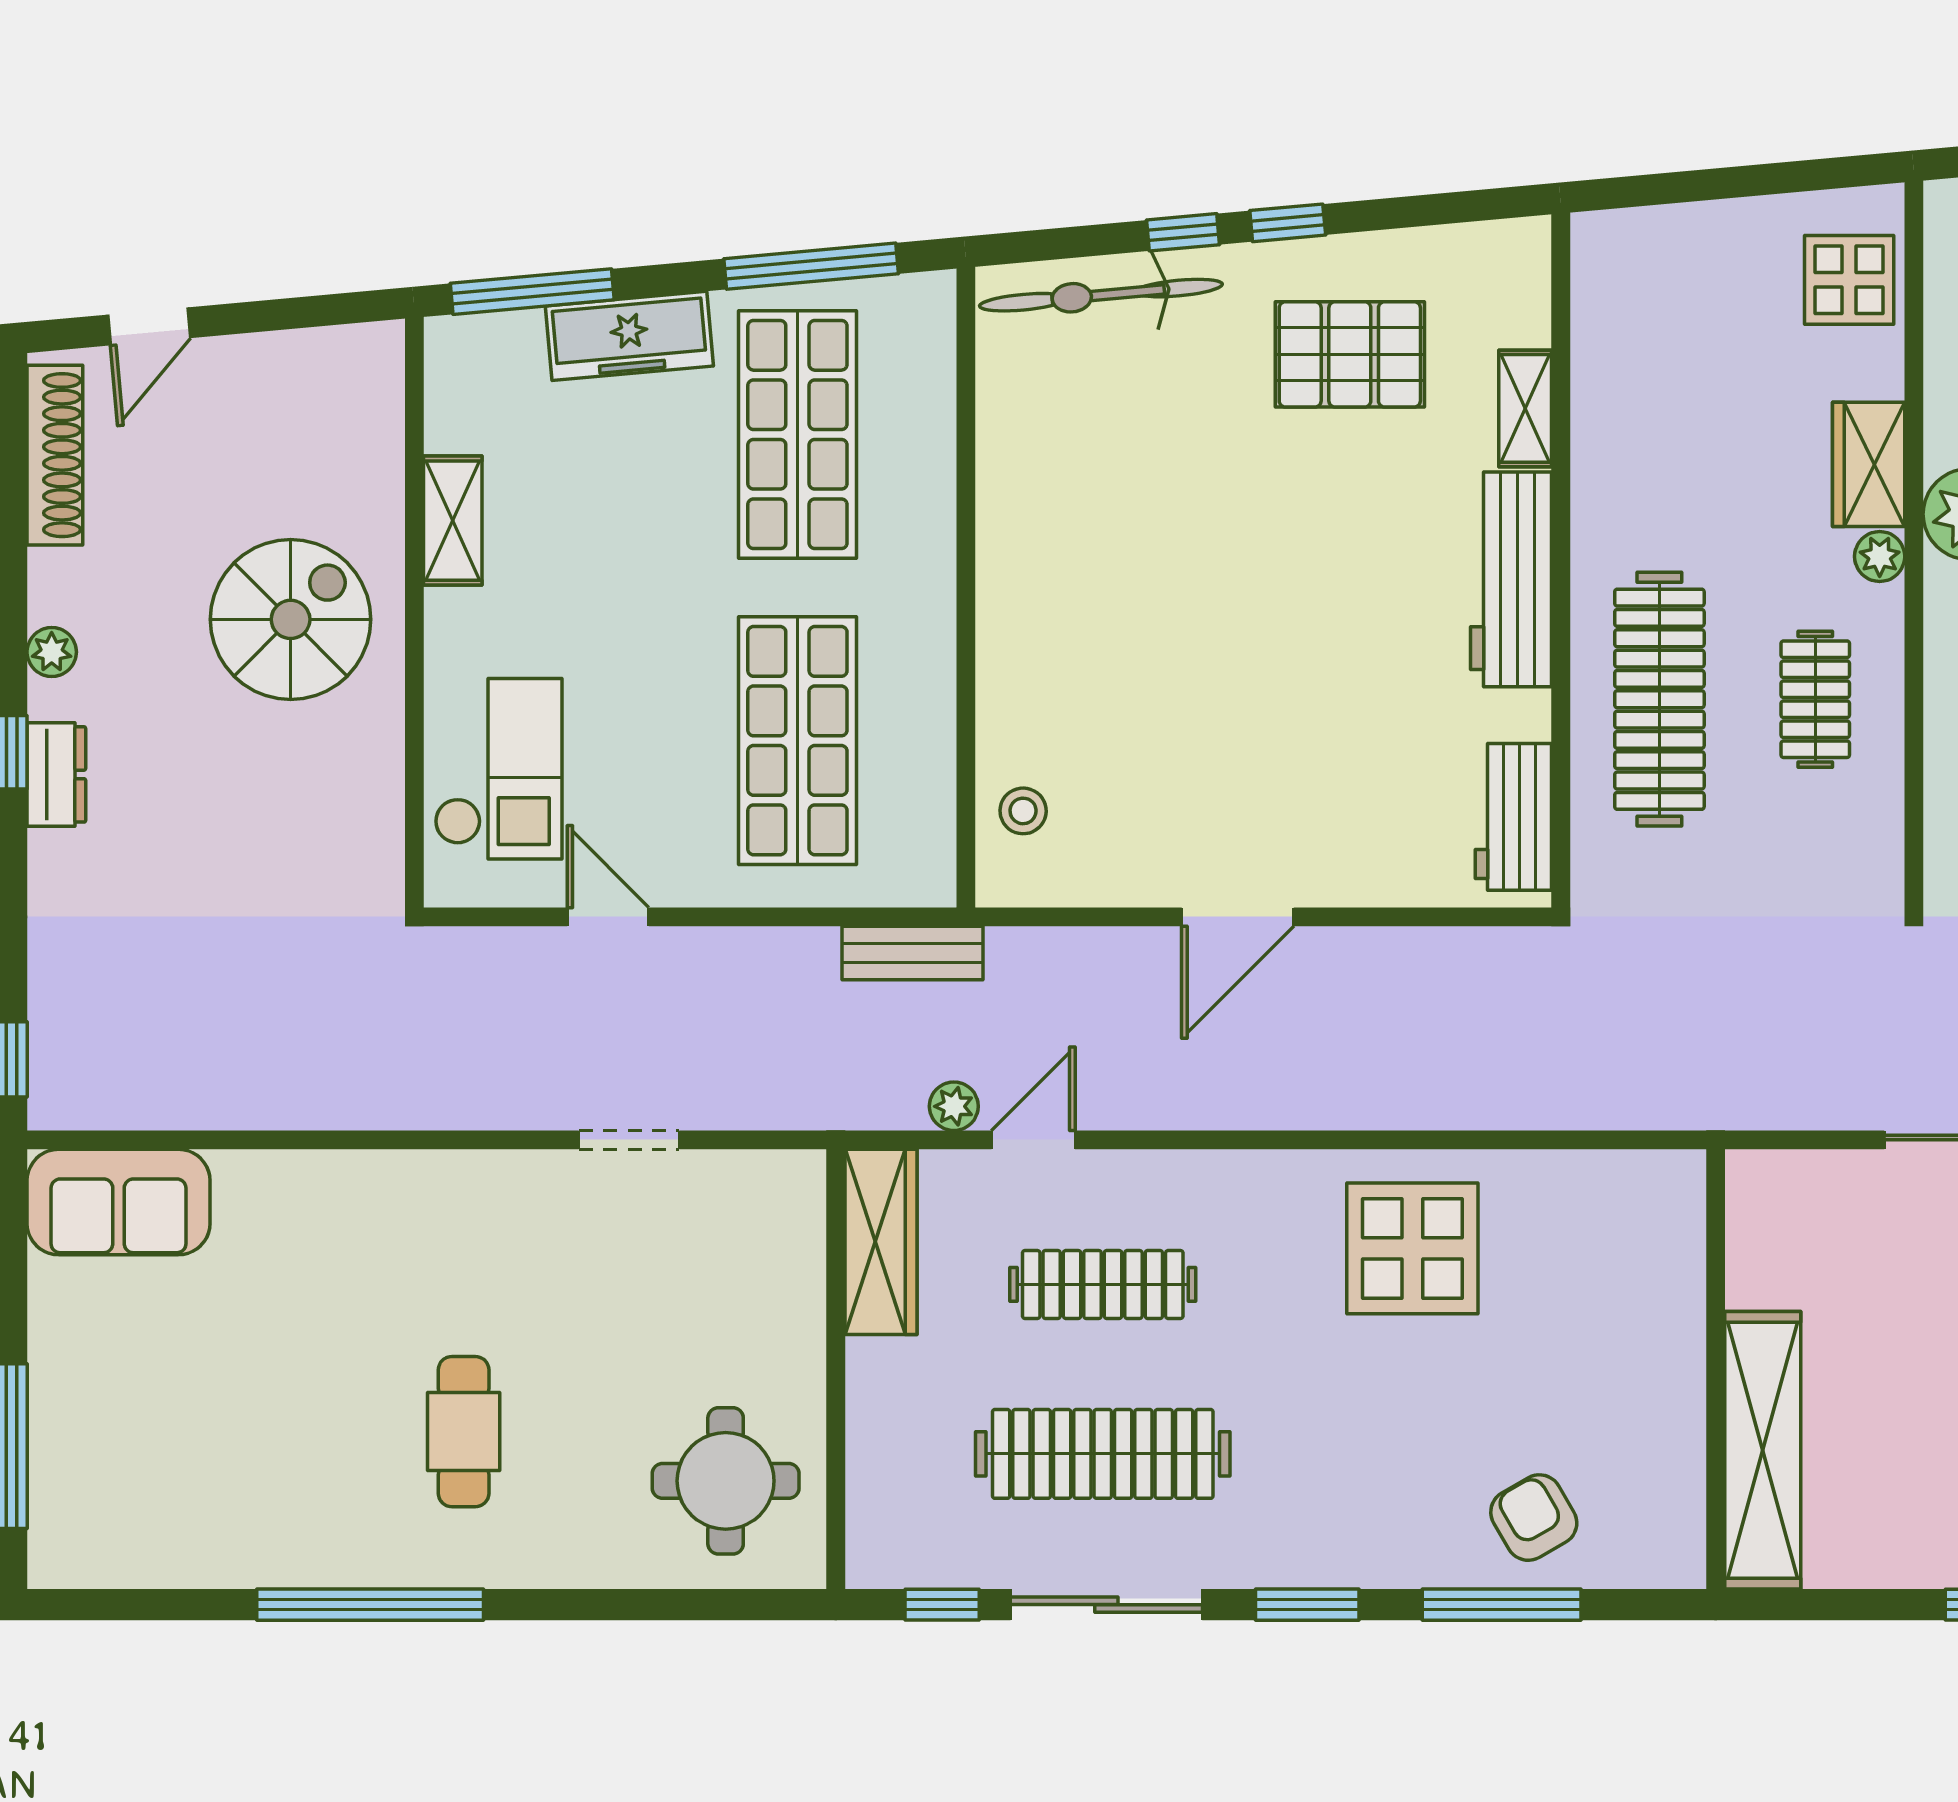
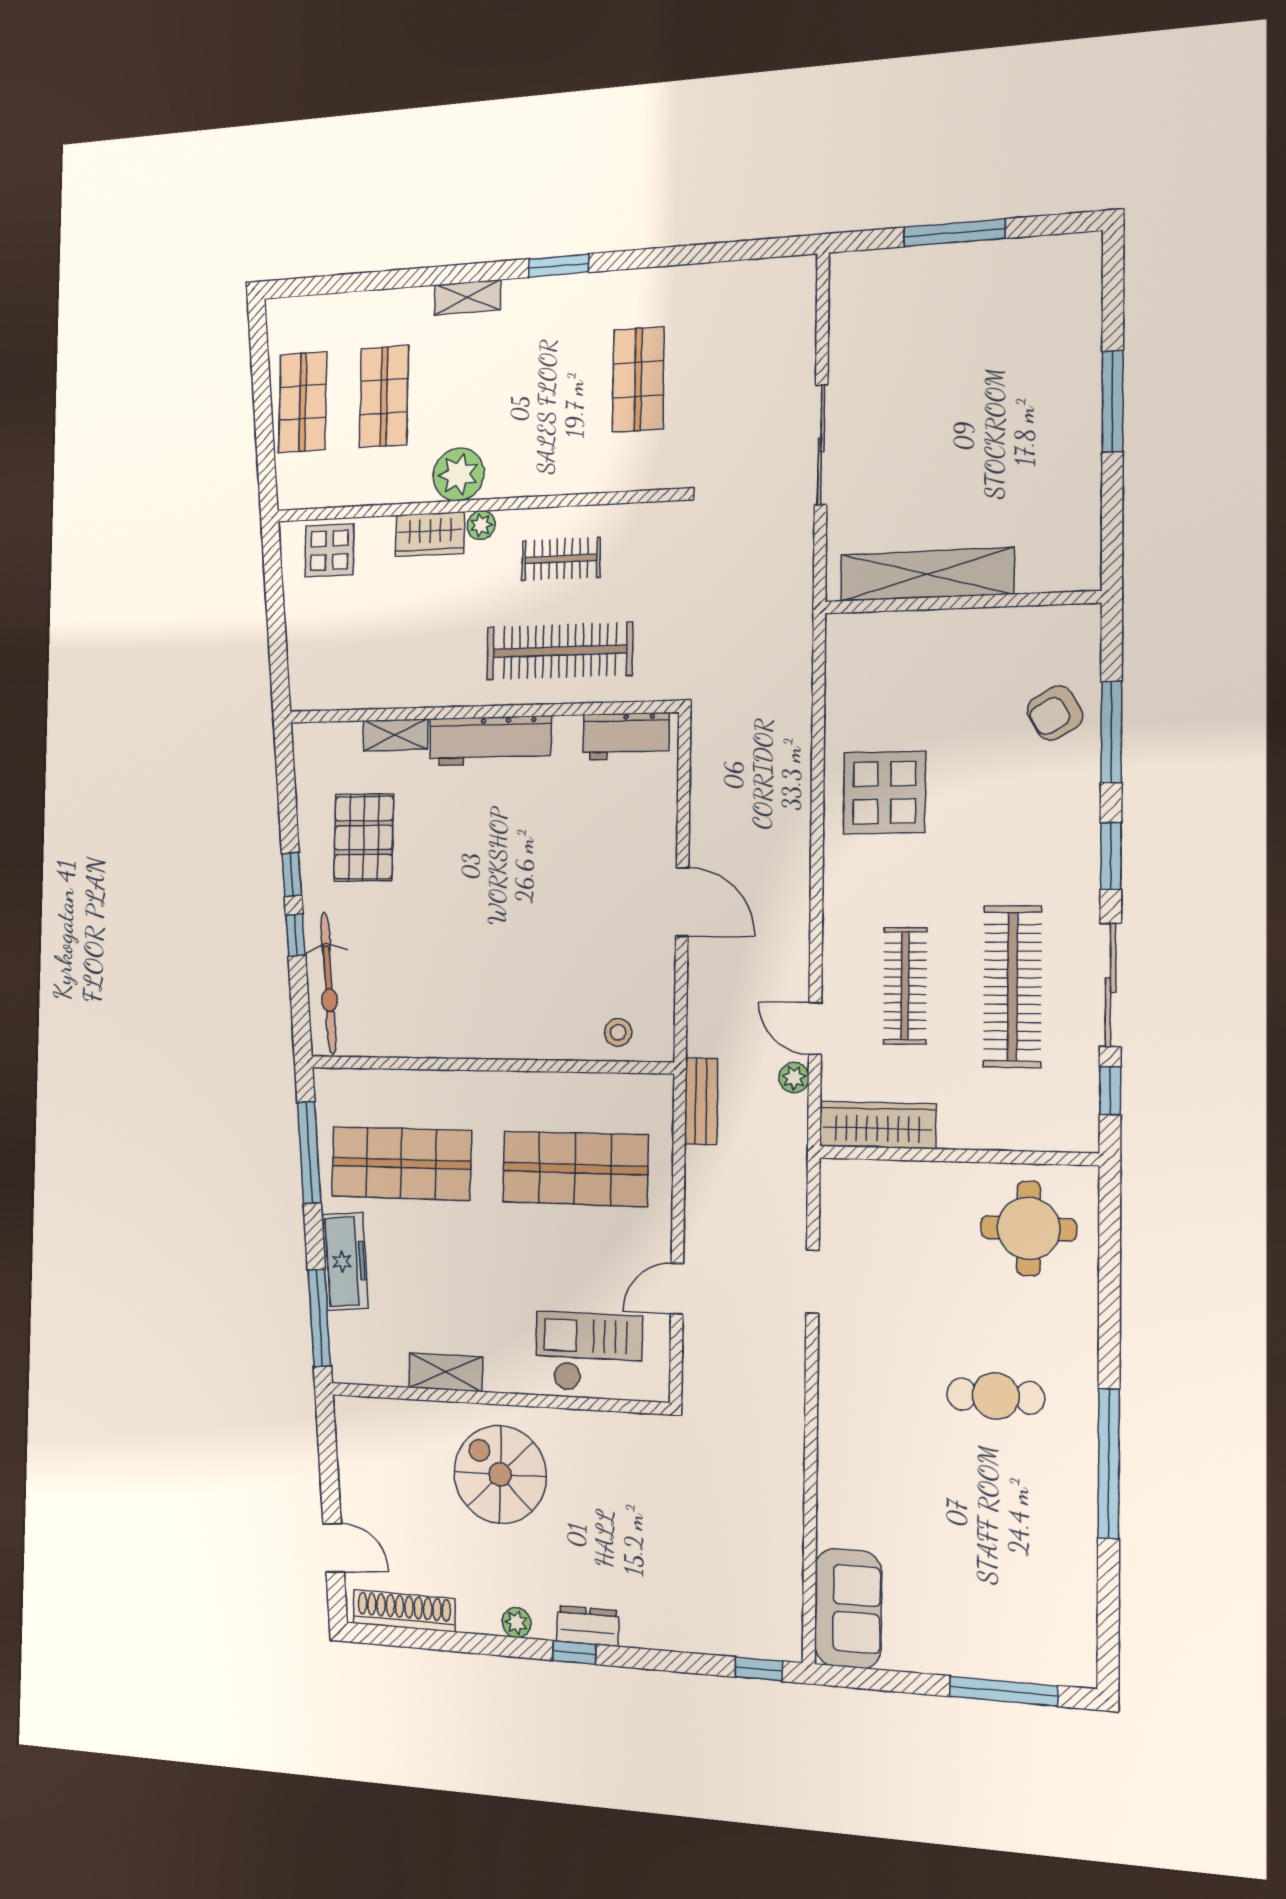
shelving: (1763, 1450) -> (927, 574), moved

